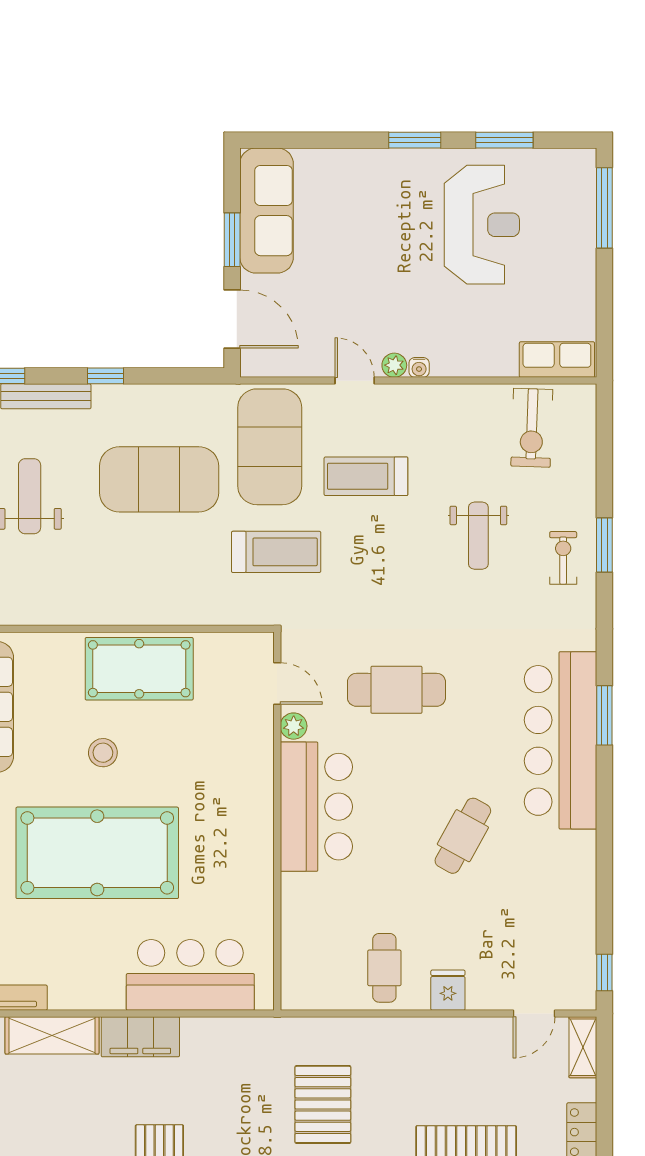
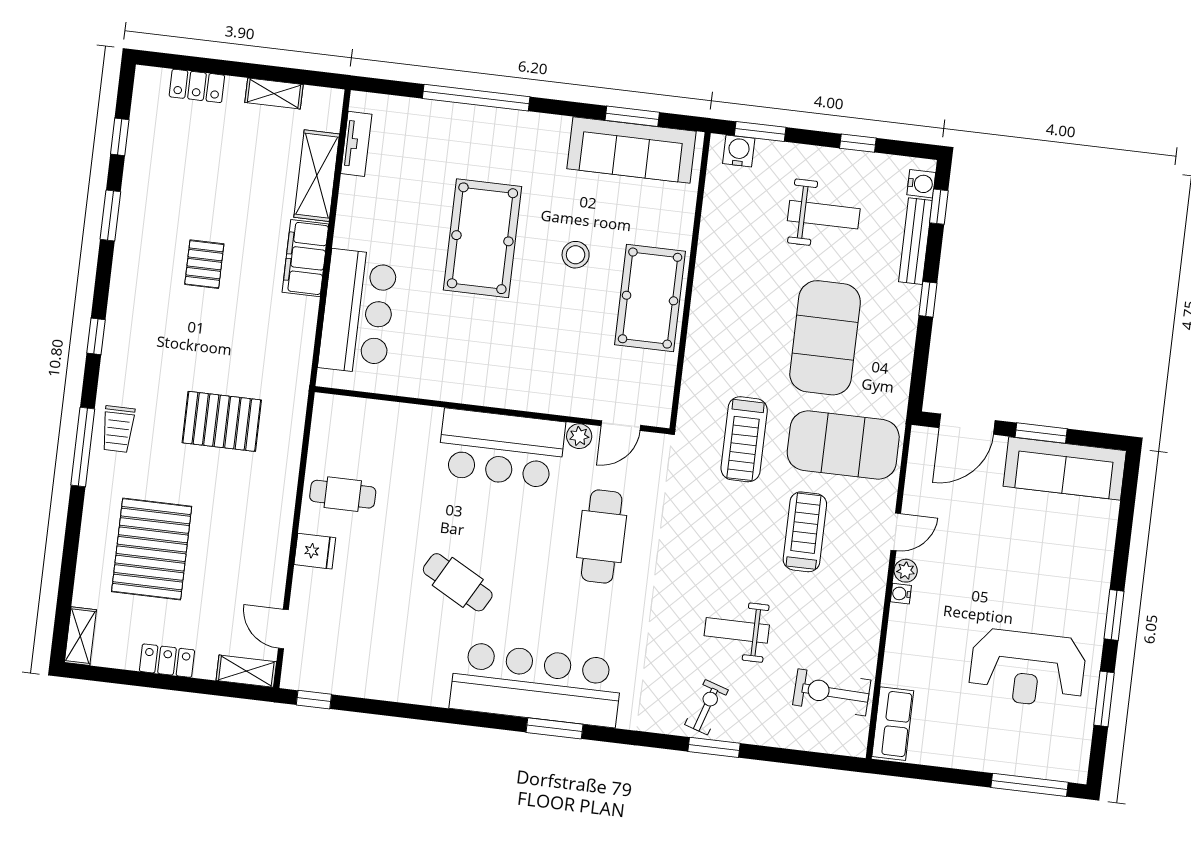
exercise bike: (563, 558) -> (706, 707), turned -72
pool table: (97, 853) -> (482, 238), width x0.73, depth x0.76

